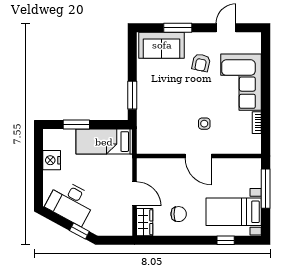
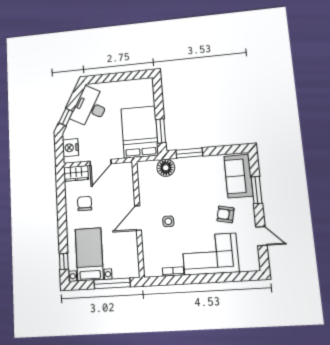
floor lamp: (146, 122) -> (166, 168), added
window: (76, 124) -> (161, 131), moved
bed: (104, 142) -> (140, 132), width x1.50
nightstand: (52, 160) -> (70, 148), moved, turned -90
chair: (179, 214) -> (85, 204), turned 180
window: (226, 240) -> (64, 262), moved

